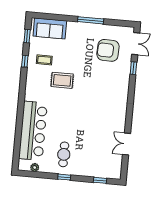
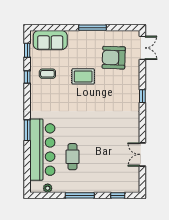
window: (133, 68) -> (142, 96), moved
rug: (62, 80) -> (83, 76), moved
window: (20, 111) -> (27, 130), added
cafe table: (64, 154) -> (72, 157), moved
window: (64, 177) -> (80, 195), width x2.17

